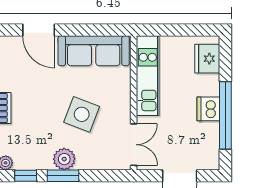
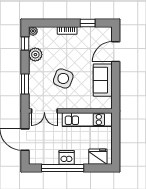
sofa: (94, 51) -> (103, 80), width x0.73
plant: (64, 159) -> (35, 55), moved
window: (63, 176) -> (25, 84), moved

